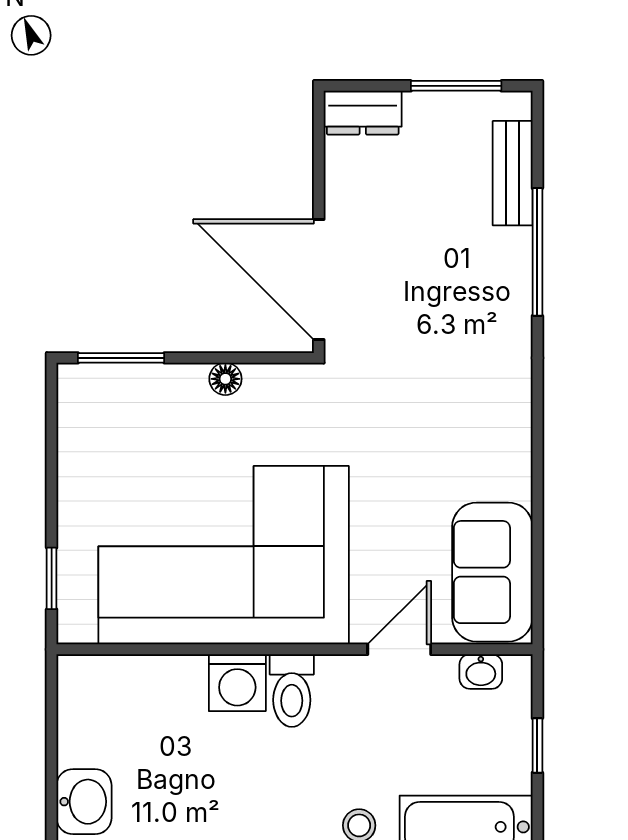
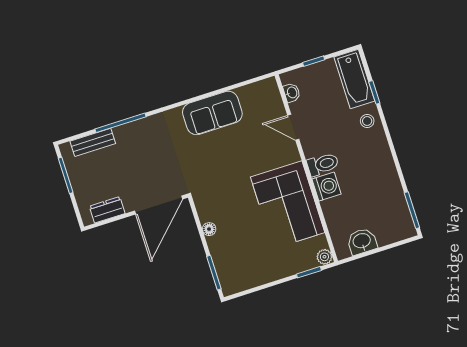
dresser: (363, 113) -> (107, 210), moved, turned -90
corner sofa: (224, 555) -> (288, 205), width x0.73, depth x0.74
sofa: (492, 572) -> (212, 113), moved
plant: (76, 626) -> (324, 257), added
washbasin: (84, 802) -> (362, 241), moved

